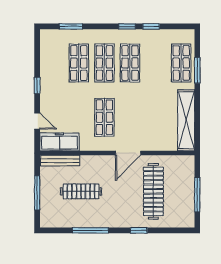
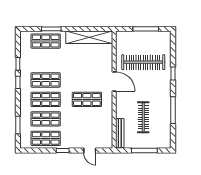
shop shelf: (53, 63) -> (46, 138), added
door: (37, 121) -> (90, 151), swing flipped
freezer: (59, 142) -> (106, 134), removed

